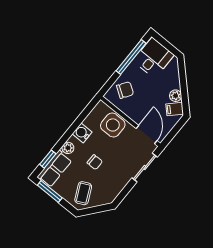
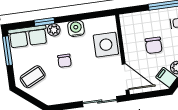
chair: (125, 90) -> (154, 45), moved, turned 56
door: (147, 135) -> (126, 77), hinge flipped
window: (48, 159) -> (44, 22), moved

